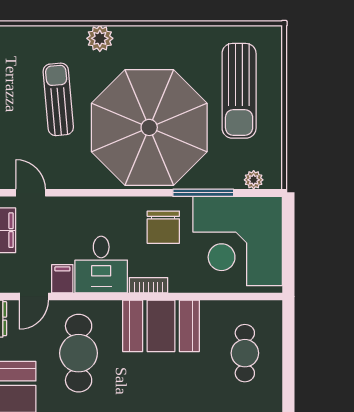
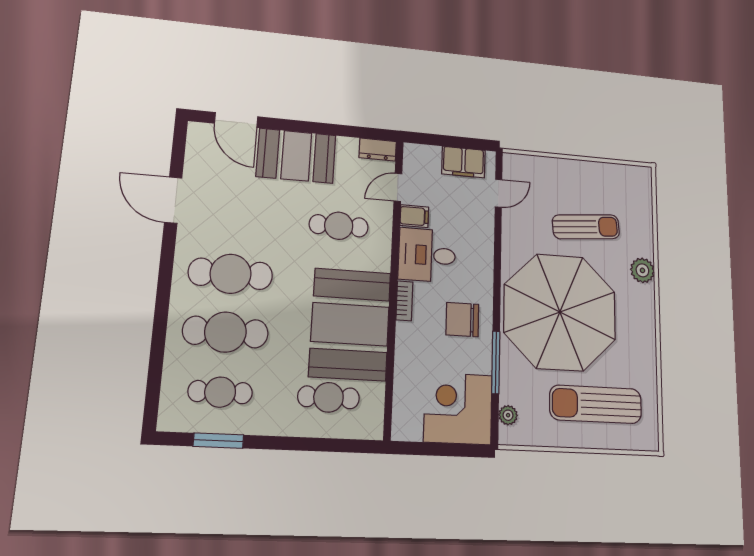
corner desk: (238, 241) -> (458, 408), width x0.74, depth x0.74
door: (34, 297) -> (398, 187), hinge flipped
booth: (161, 326) -> (350, 324), width x1.36, depth x1.42
cafe table: (79, 353) -> (339, 226), width x0.73, depth x0.74

